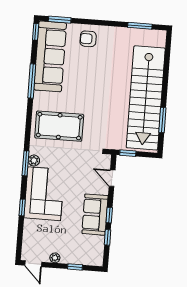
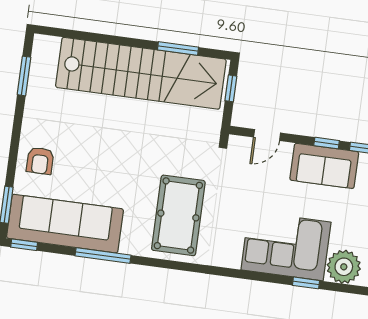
window: (128, 153) -> (231, 88), moved
plant: (34, 161) -> (344, 267), moved, width x1.87, depth x1.87
window: (25, 163) -> (235, 273), removed

